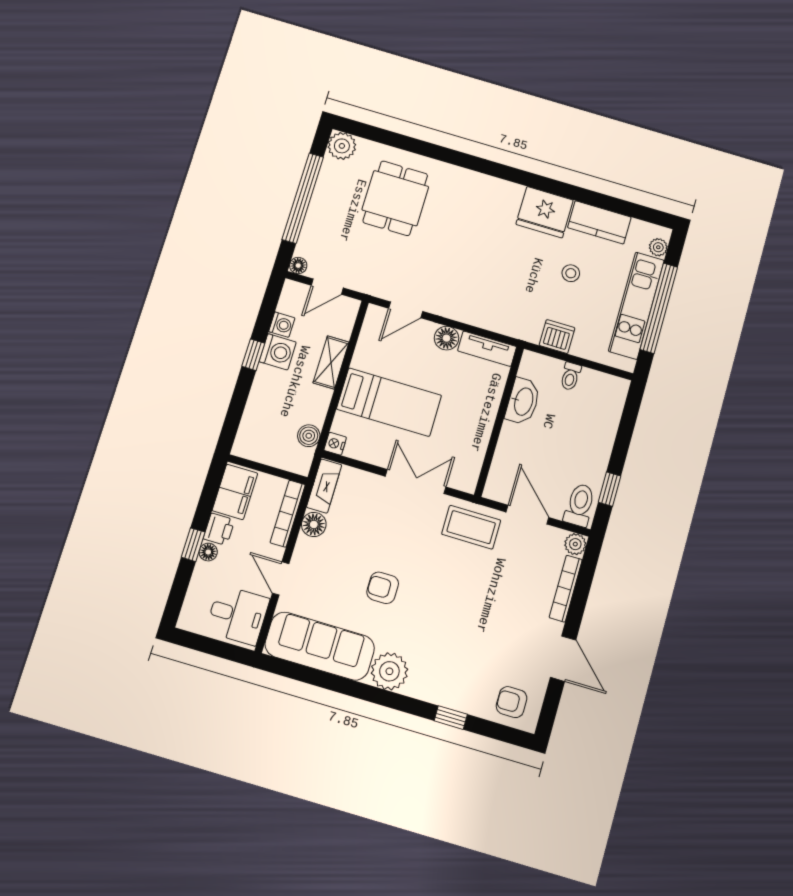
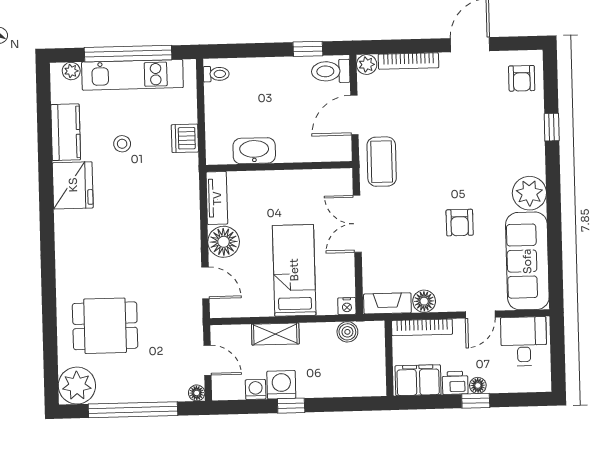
plant: (342, 146) -> (77, 386), width x1.36, depth x1.36
floor lamp: (446, 338) -> (224, 242), width x1.38, depth x1.38
toilet: (570, 376) -> (216, 74), moved

